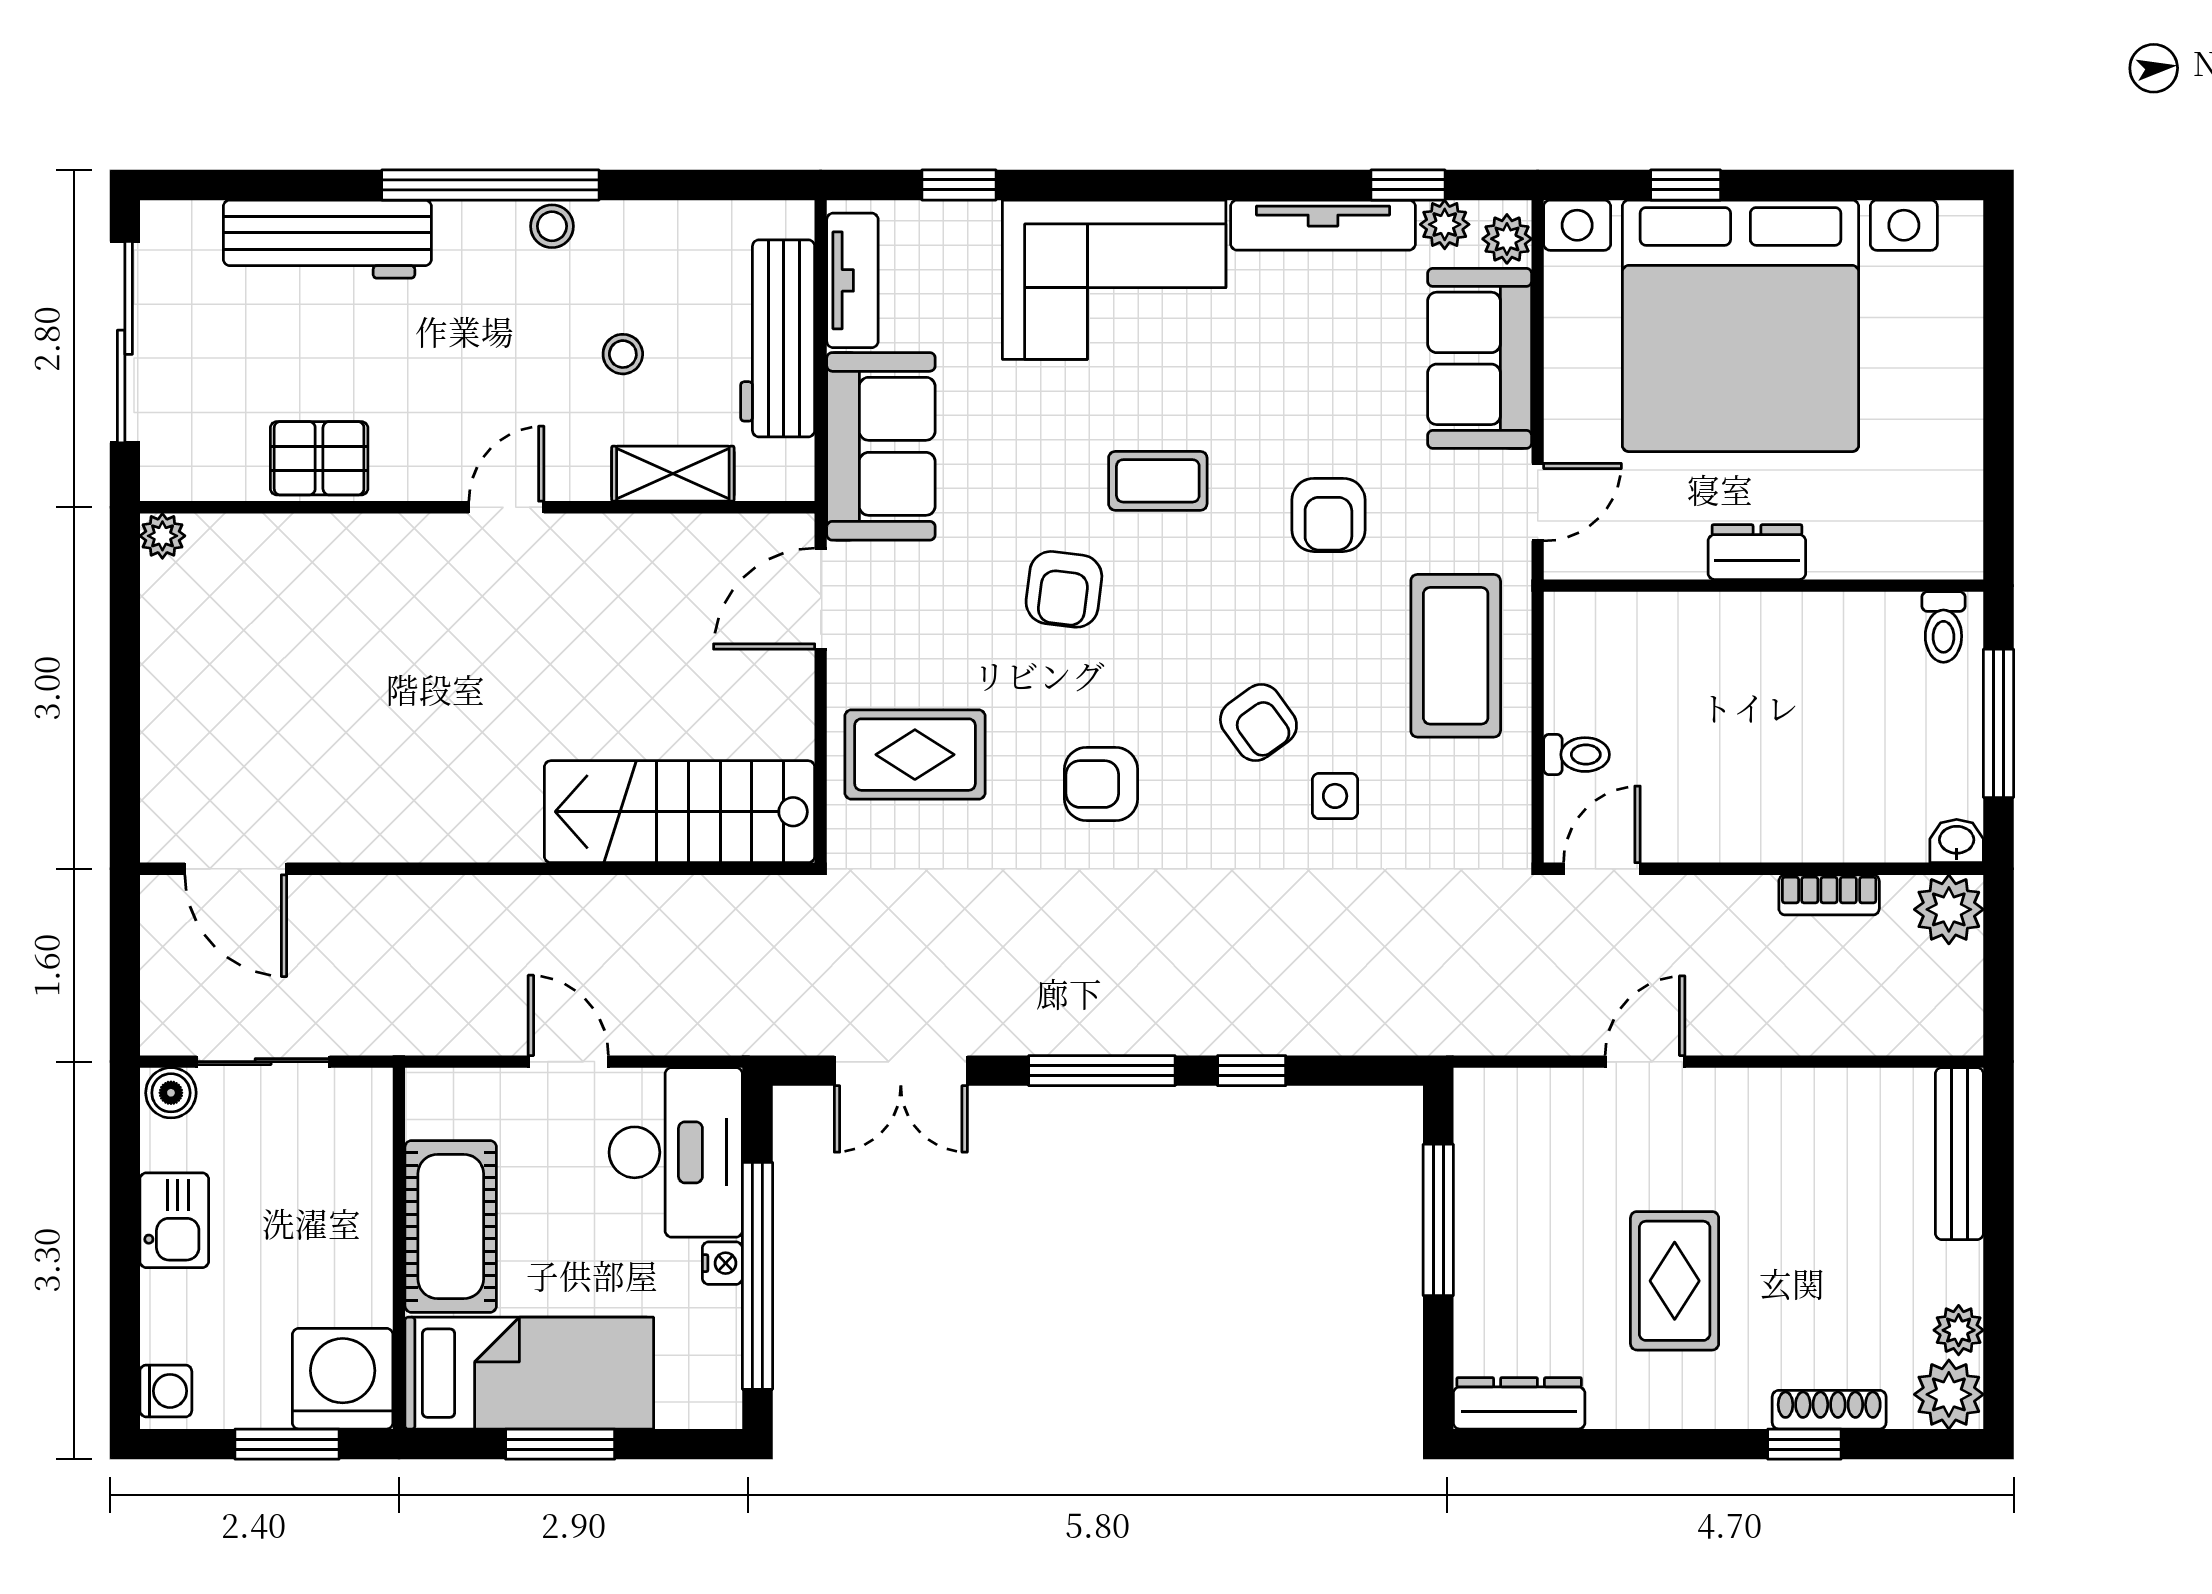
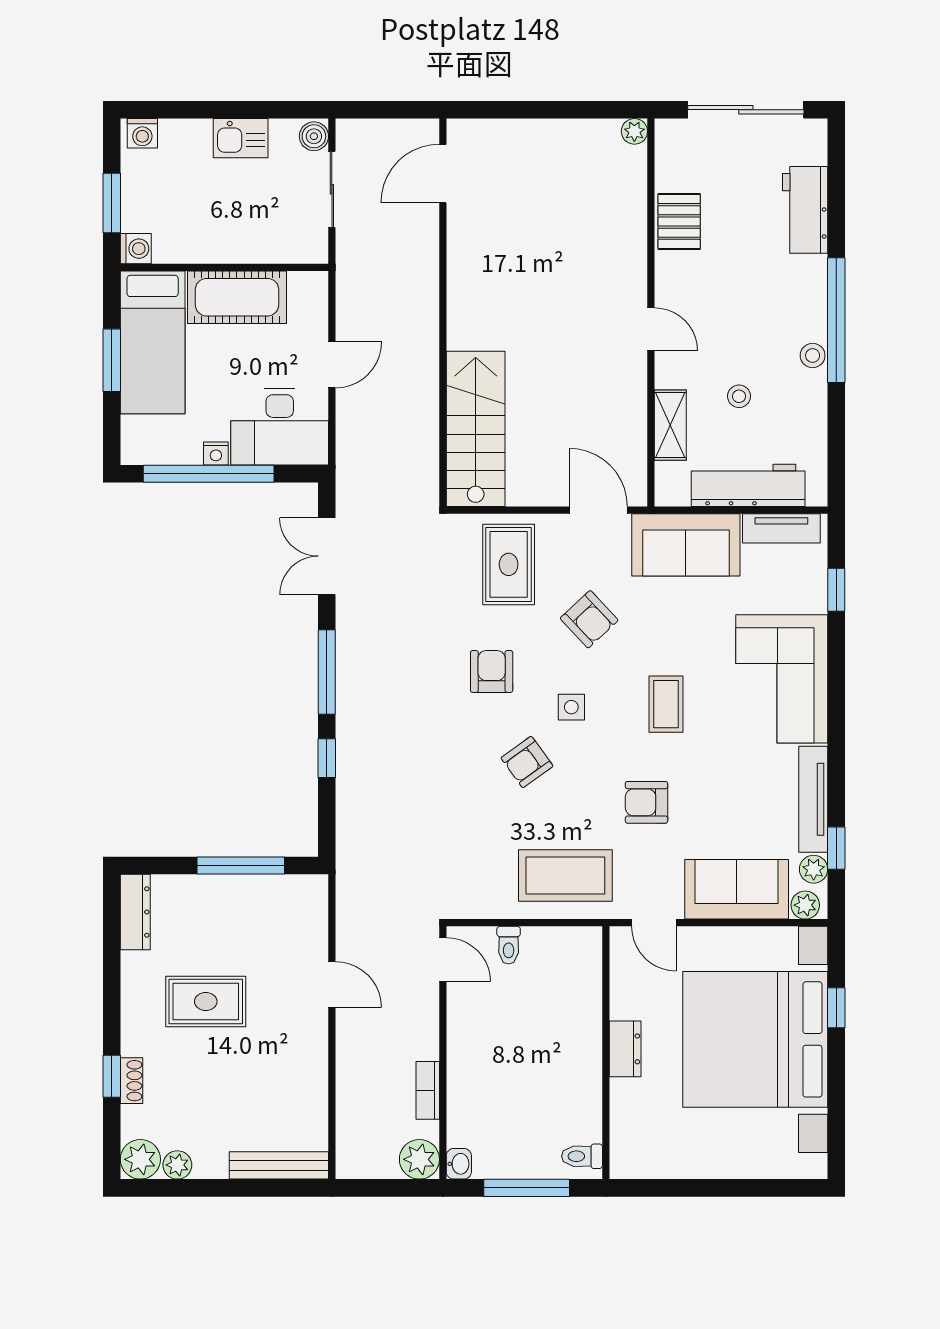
workbench: (327, 239) -> (805, 210), width x0.73
armchair: (1064, 589) -> (589, 619), moved, turned -140
side table: (1335, 796) -> (571, 707), moved
washing machine: (343, 1379) -> (136, 249), width x0.53, depth x0.53
shoe rack: (1829, 1410) -> (132, 1081), width x0.70

